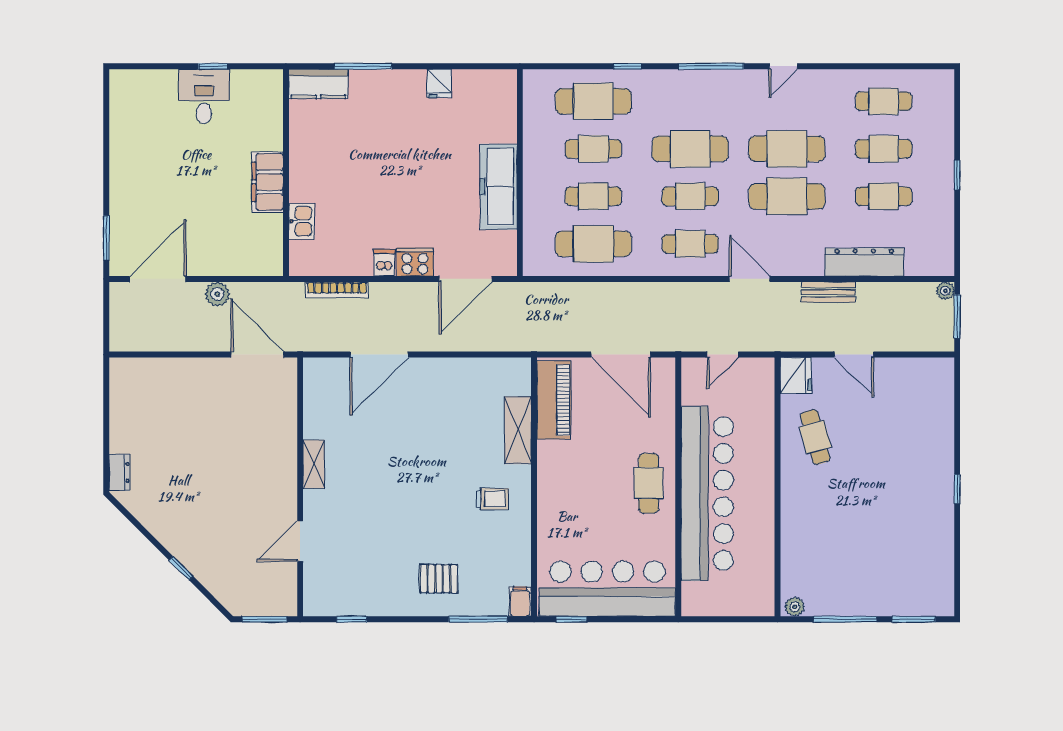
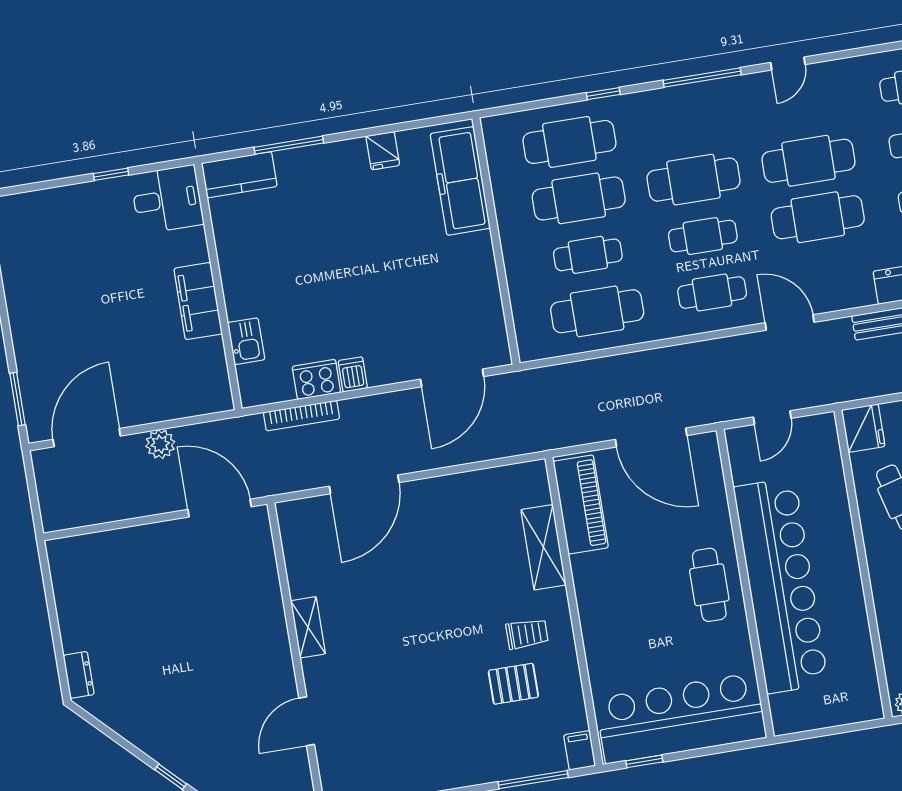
desk: (204, 96) -> (167, 199), moved, turned 90
cafe table: (593, 149) -> (579, 198), width x1.37, depth x1.35
freezer: (499, 187) -> (460, 181), moved
cooker: (415, 262) -> (316, 379), moved
pallet: (439, 579) -> (513, 684), moved

